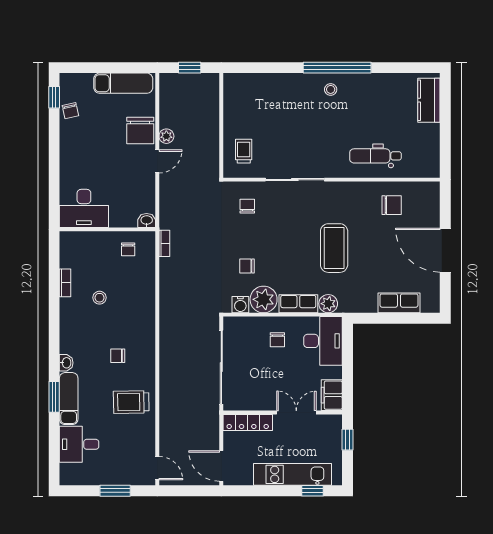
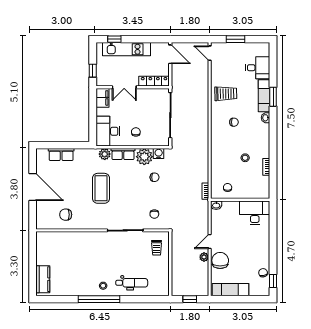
dental chair: (375, 156) -> (132, 283), moved

